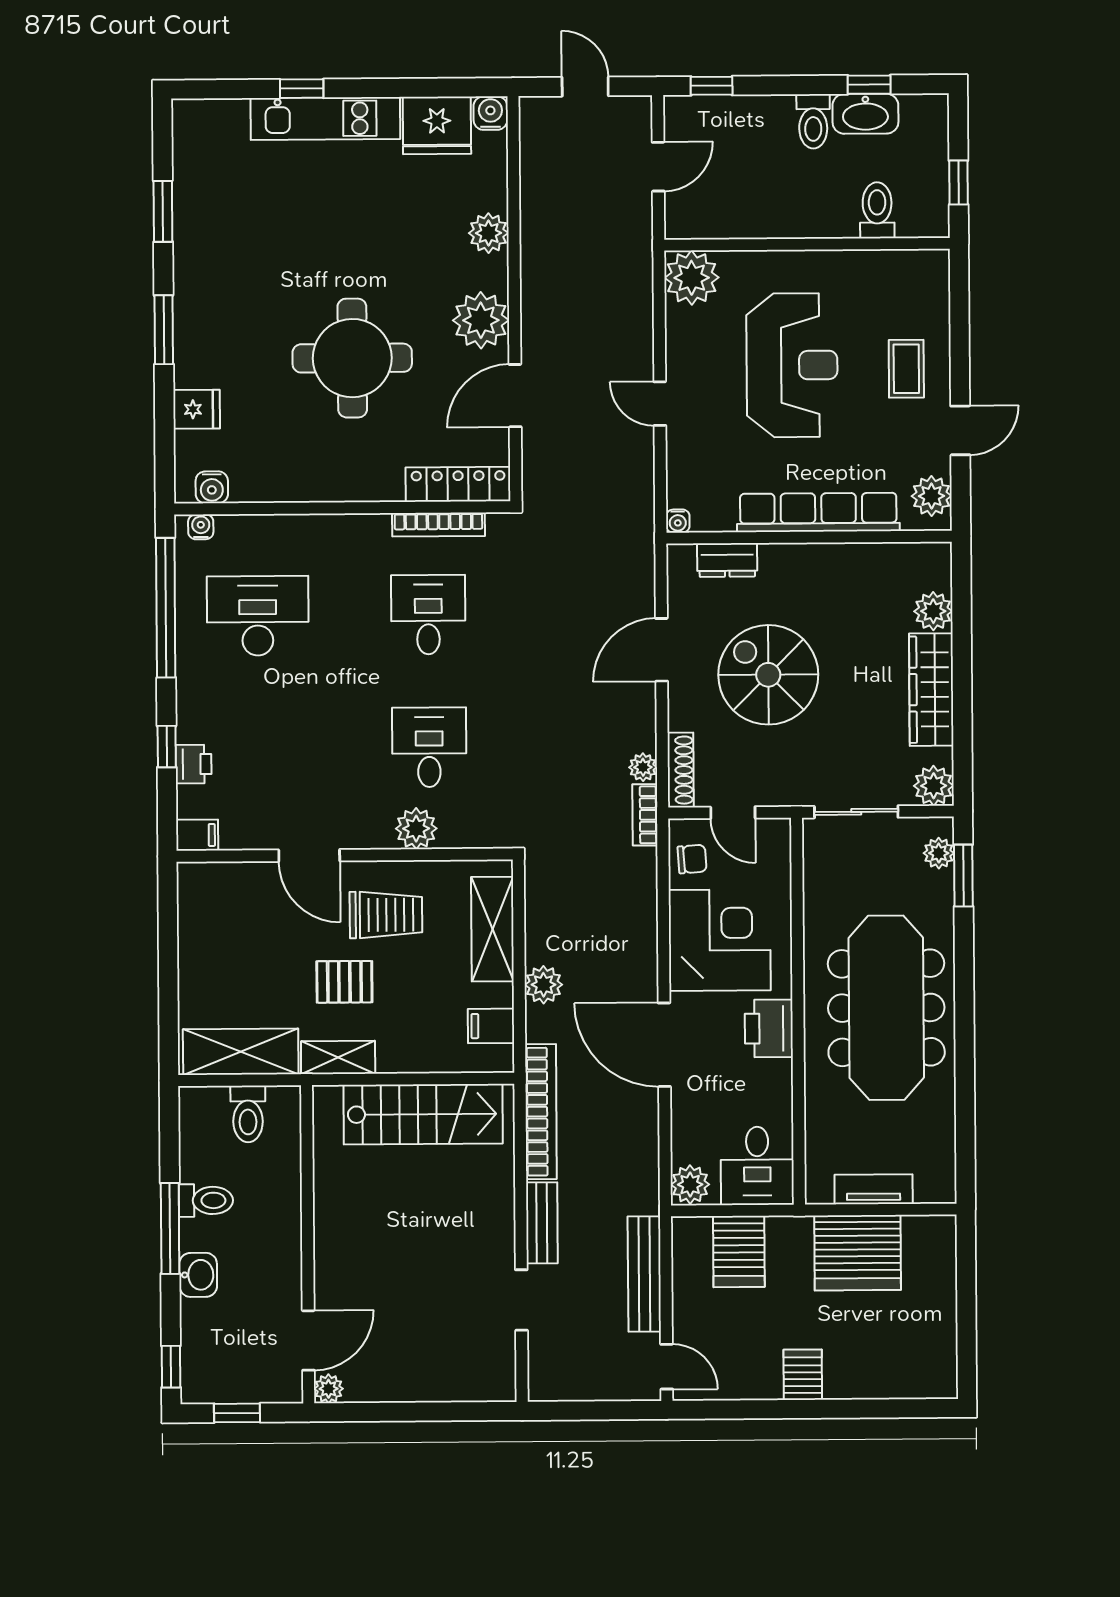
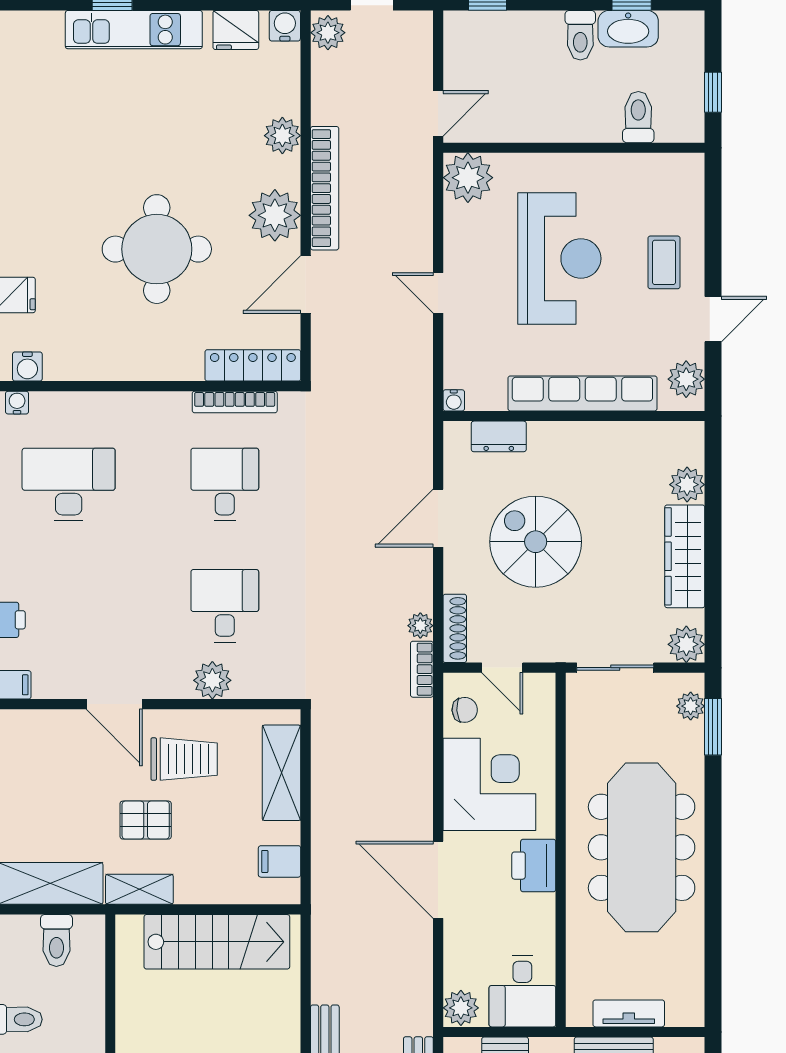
fridge: (437, 125) -> (236, 30), width x0.73, depth x0.75
door: (658, 167) -> (438, 113), moved
plant: (544, 985) -> (328, 33), moved
bookcase: (541, 1112) -> (325, 188), moved

